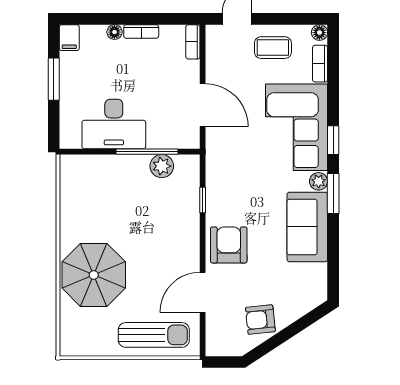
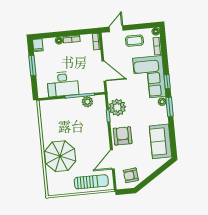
plant: (223, 184) -> (117, 107), added
sofa: (307, 227) -> (161, 141), moved
armchair: (260, 320) -> (131, 175), moved

